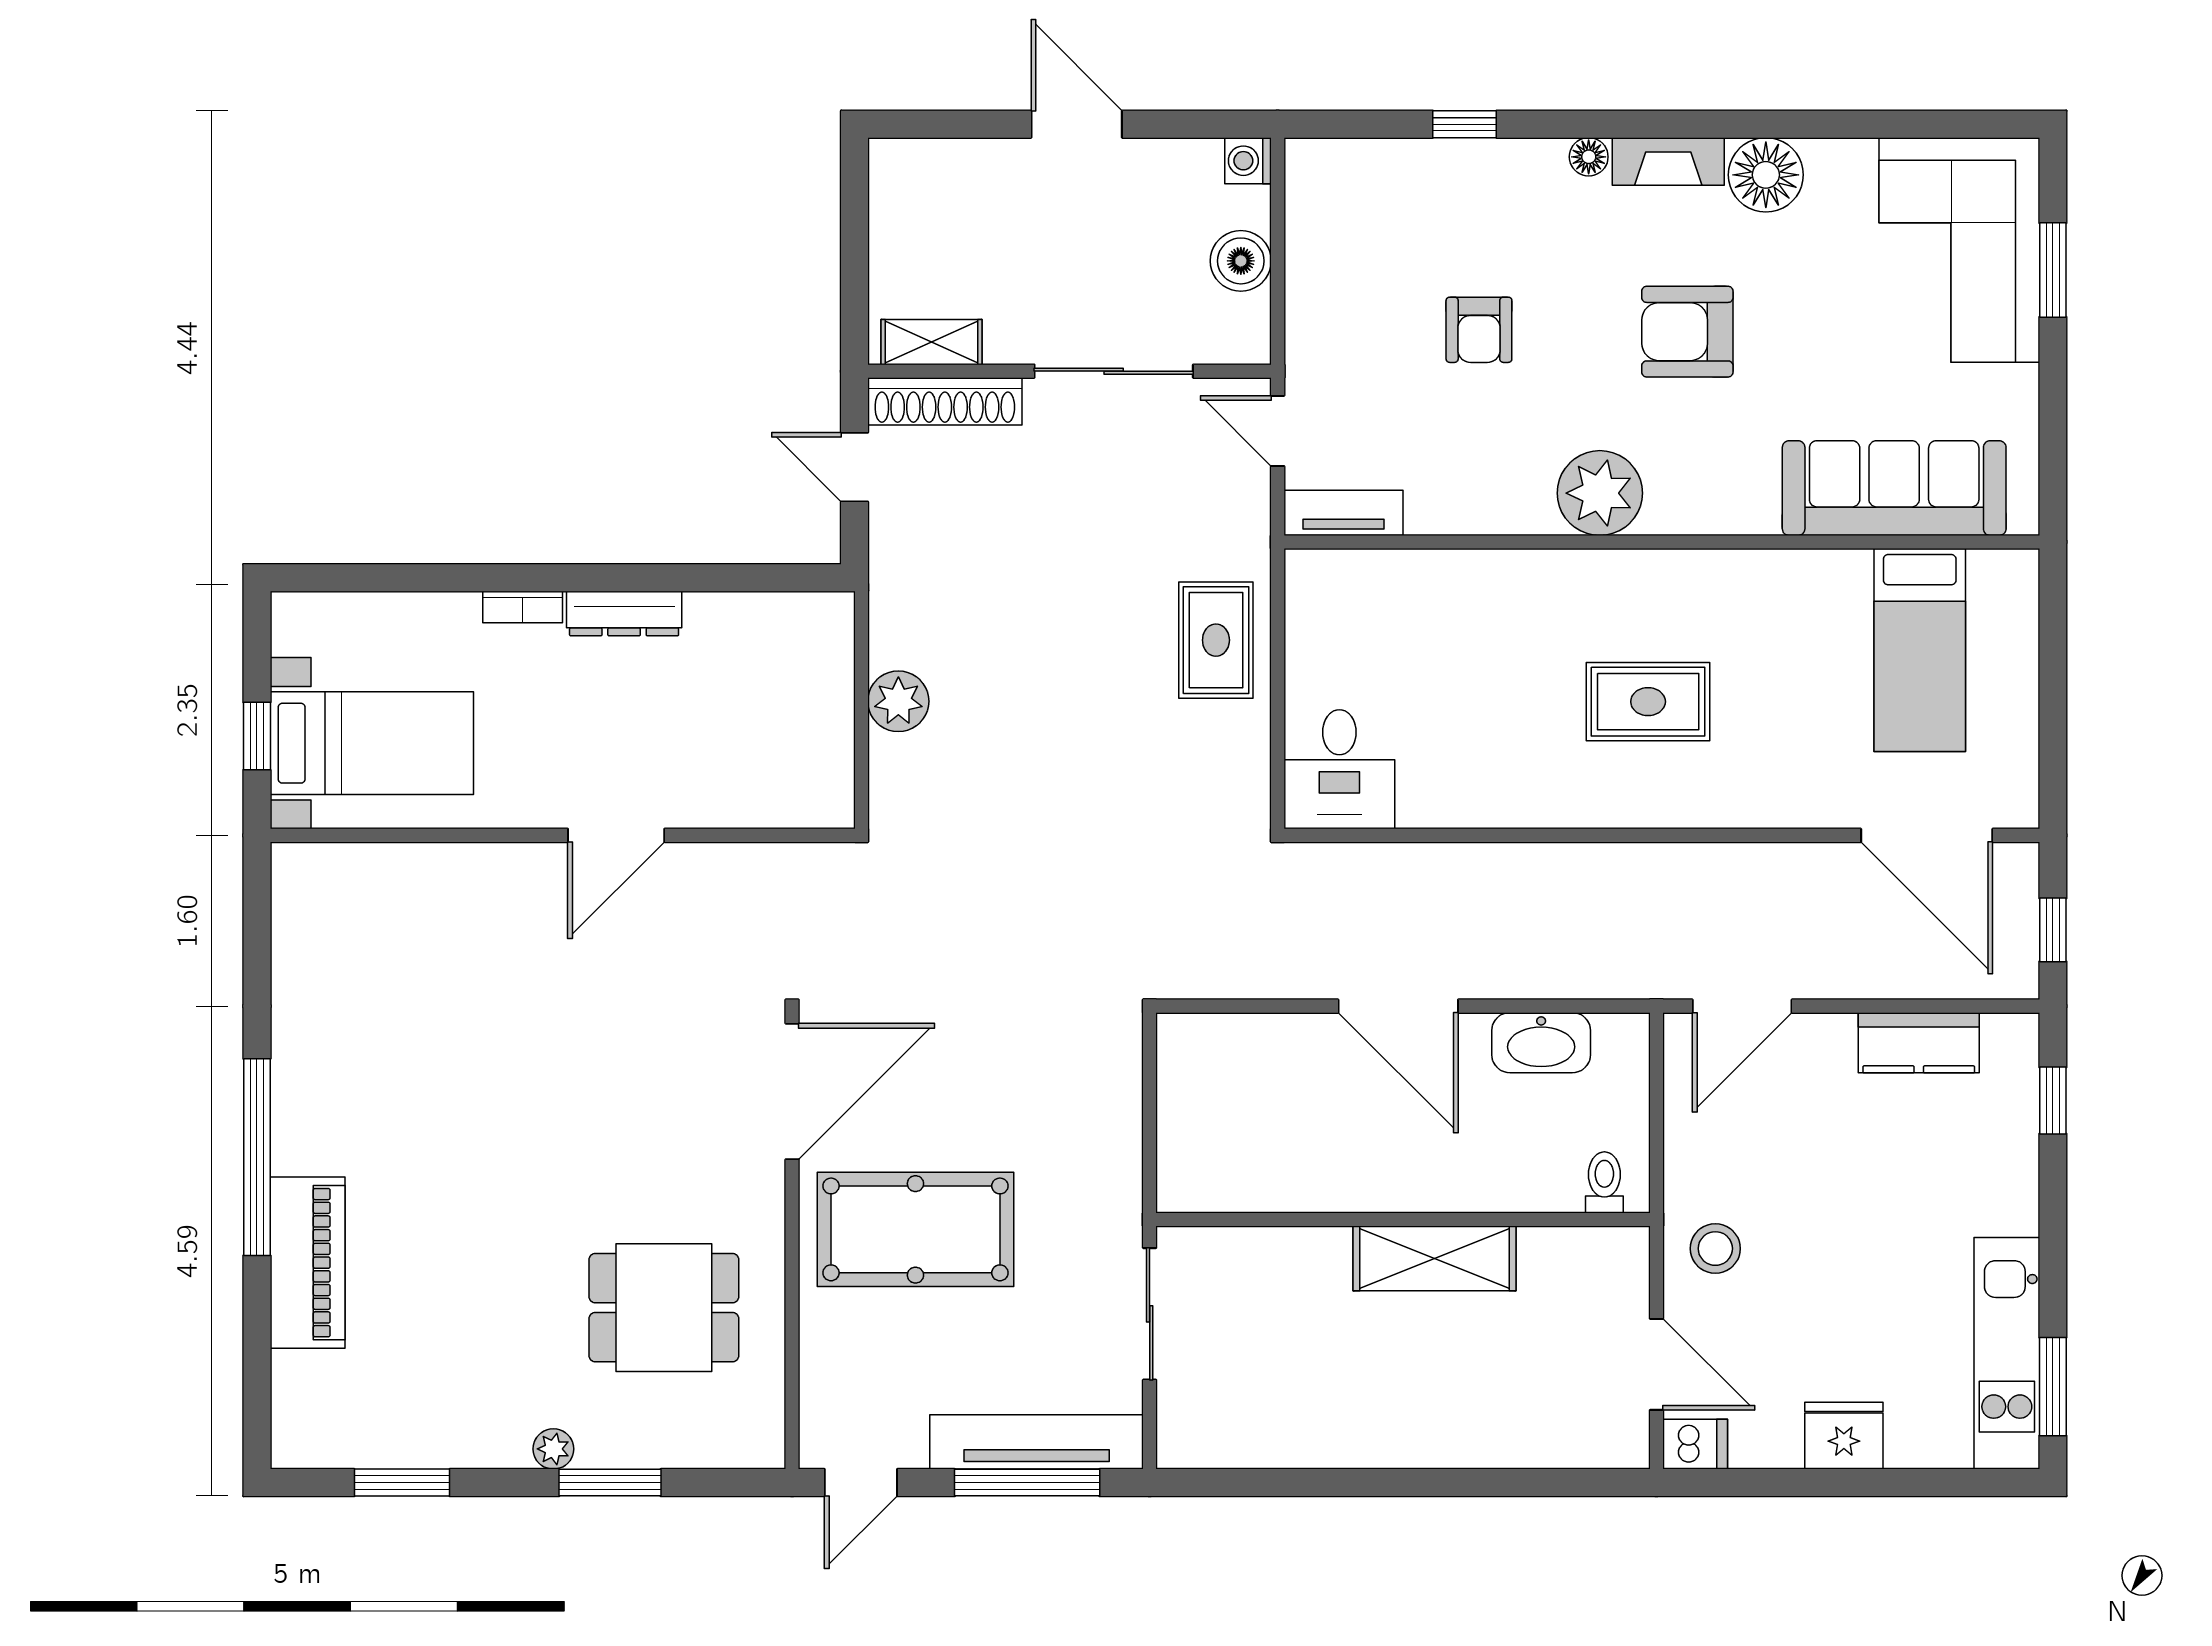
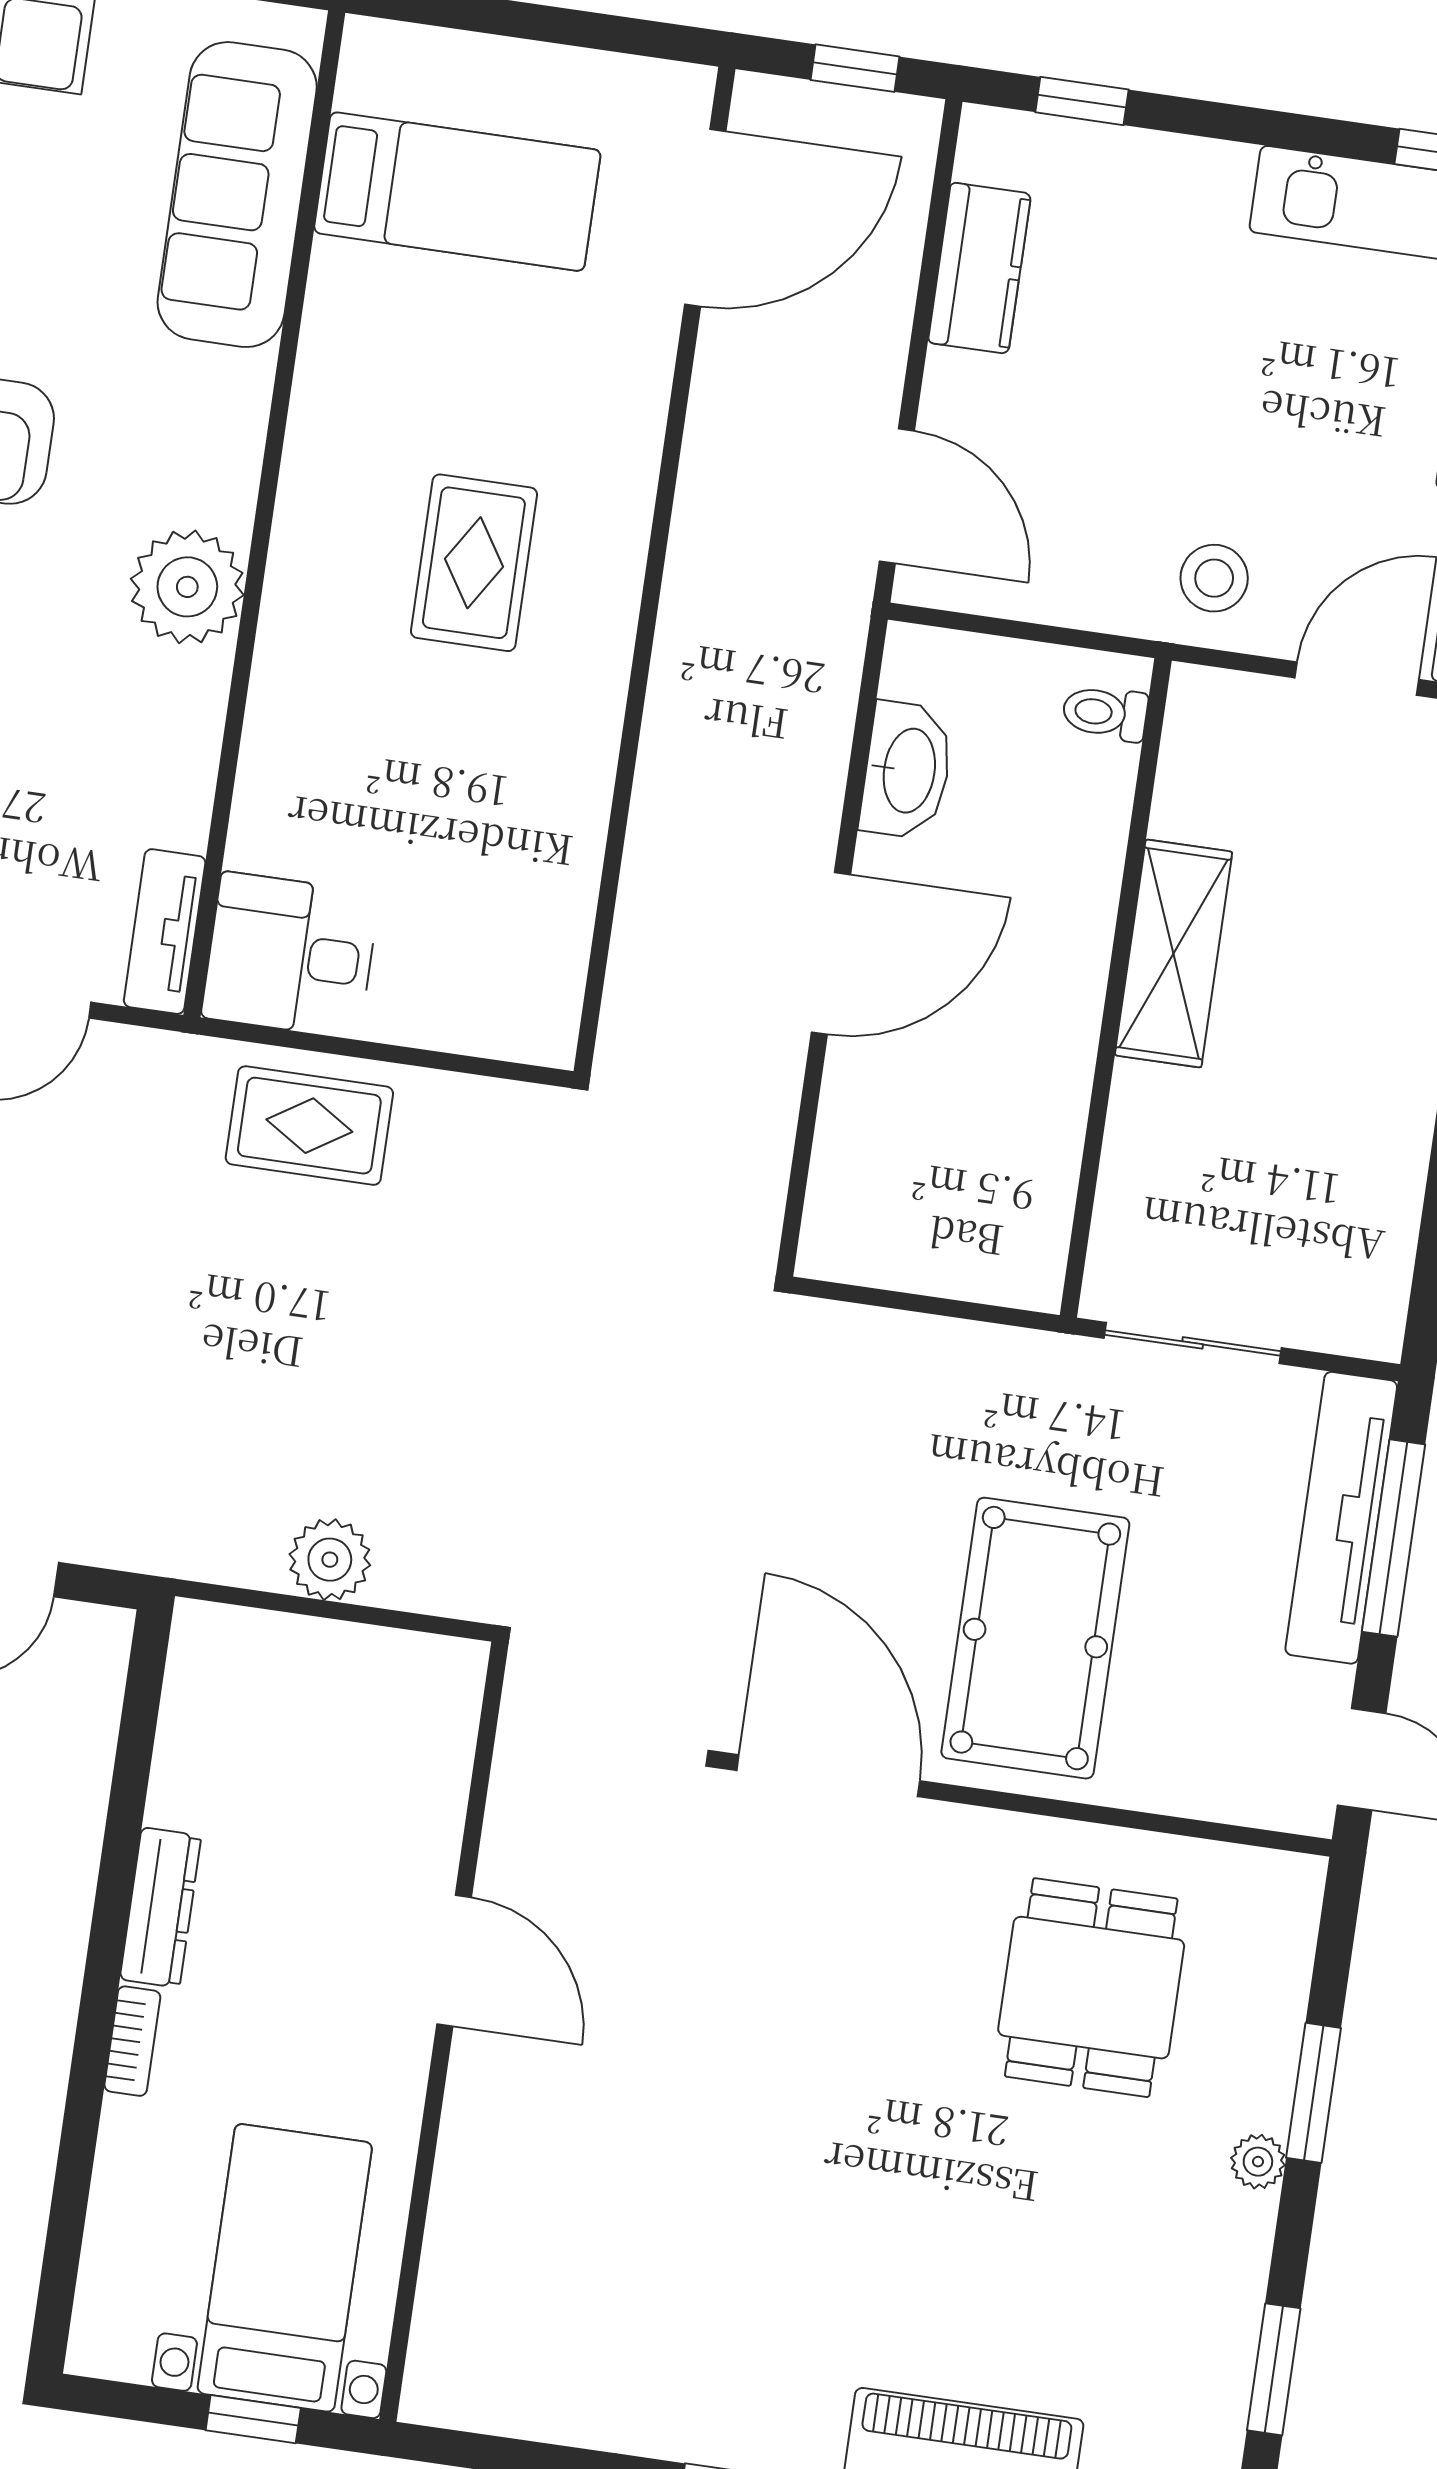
desk: (1339, 769) -> (290, 955), moved, turned 180

